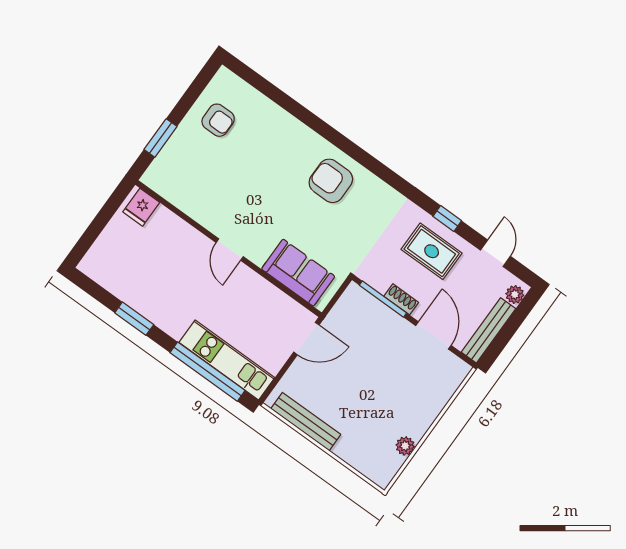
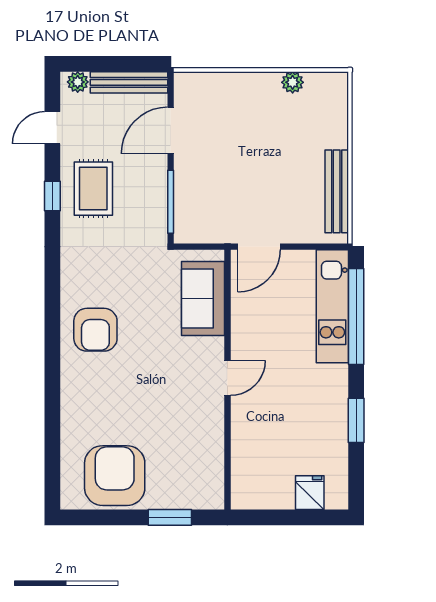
armchair: (218, 120) -> (115, 476), width x1.88, depth x1.88
fridge: (141, 207) -> (310, 493), moved, turned -90
shoe rack: (401, 299) -> (159, 185), removed
door: (306, 339) -> (259, 247), swing flipped

